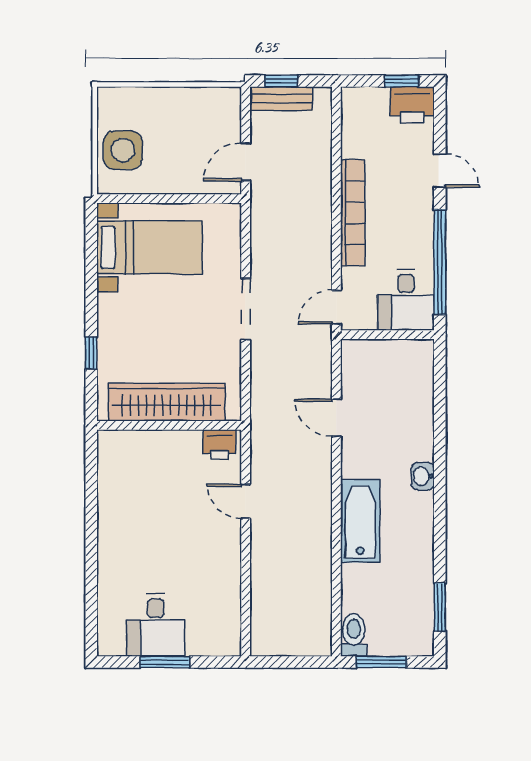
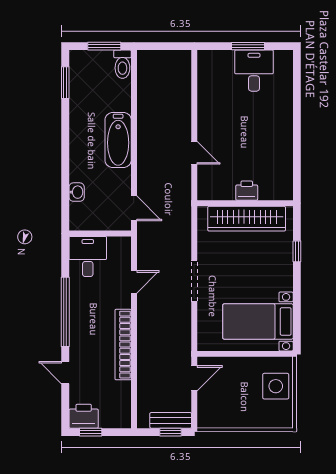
desk: (406, 300) -> (88, 256), moved
wall: (387, 335) -> (100, 233), moved
printer: (219, 444) -> (247, 191), moved
washbasin: (423, 476) -> (77, 192), moved

